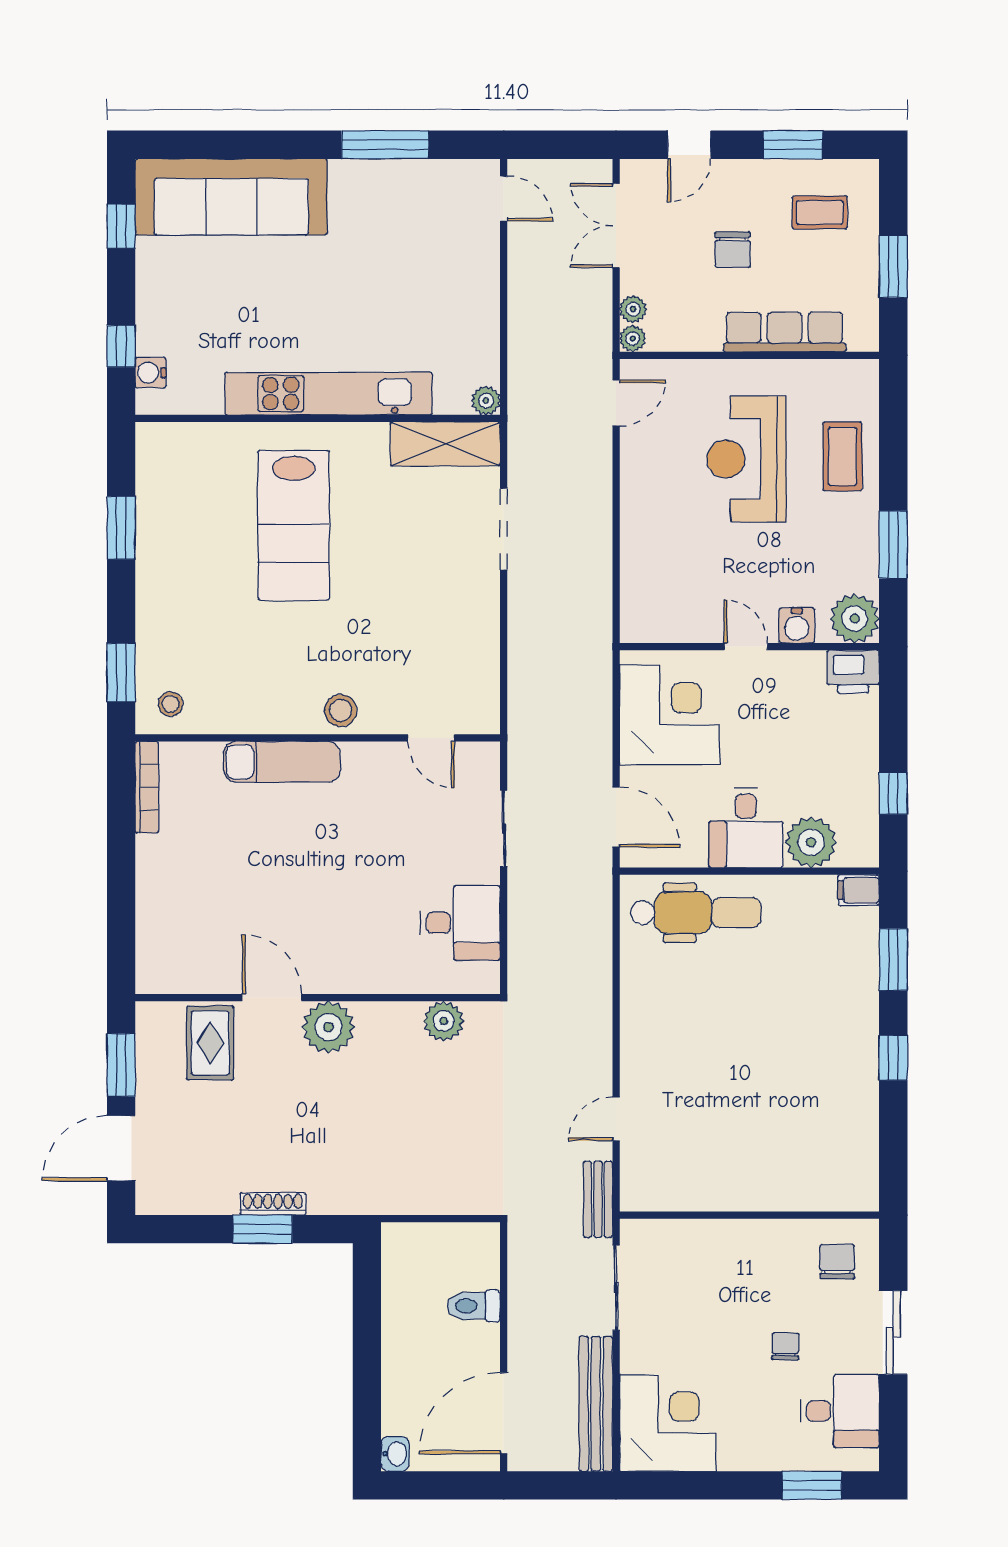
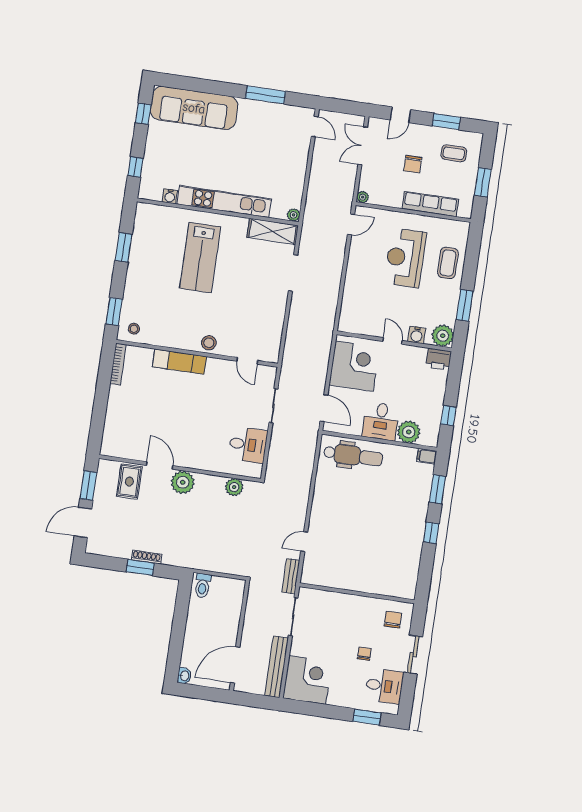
plant: (633, 309) -> (365, 184), removed
water cooler: (151, 373) -> (170, 196), moved, turned -90
toilet: (474, 1306) -> (203, 586), moved, turned -90

